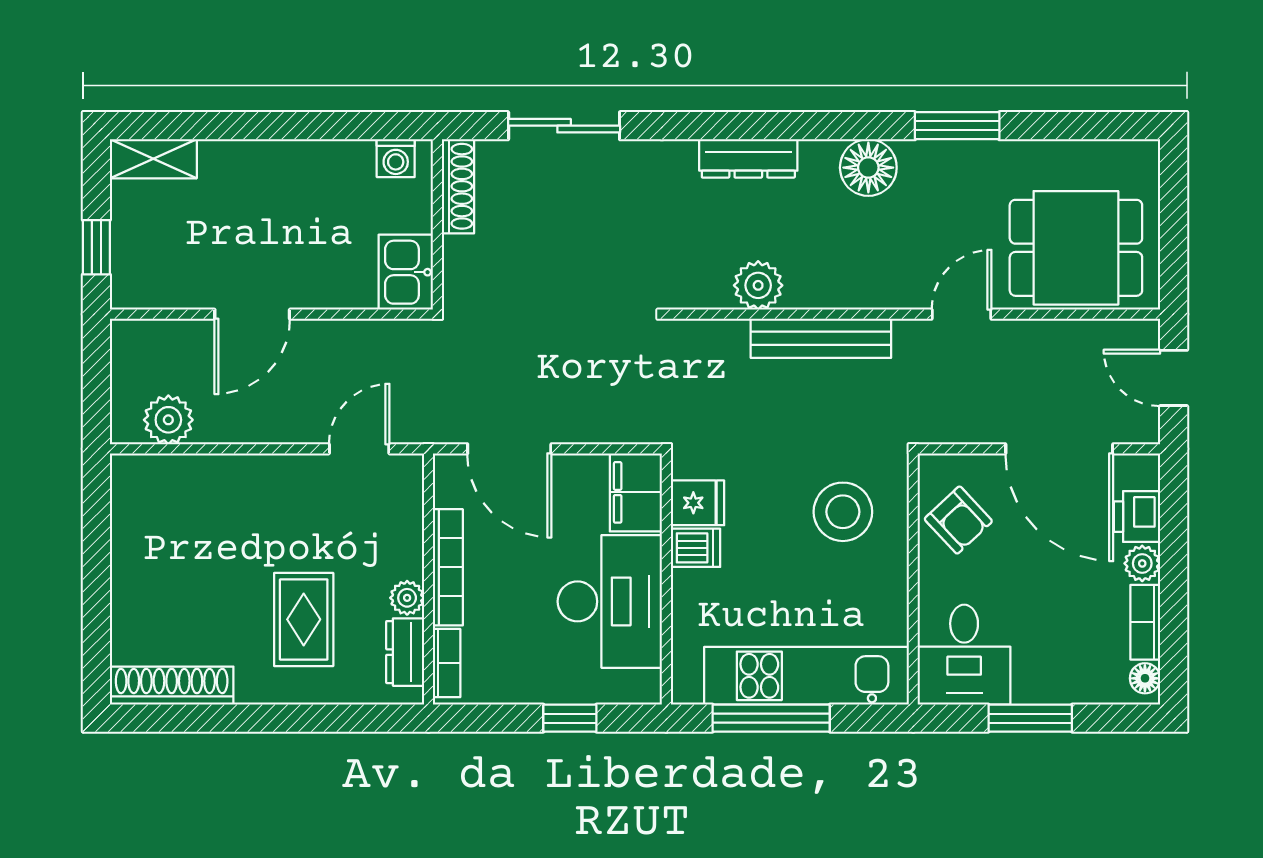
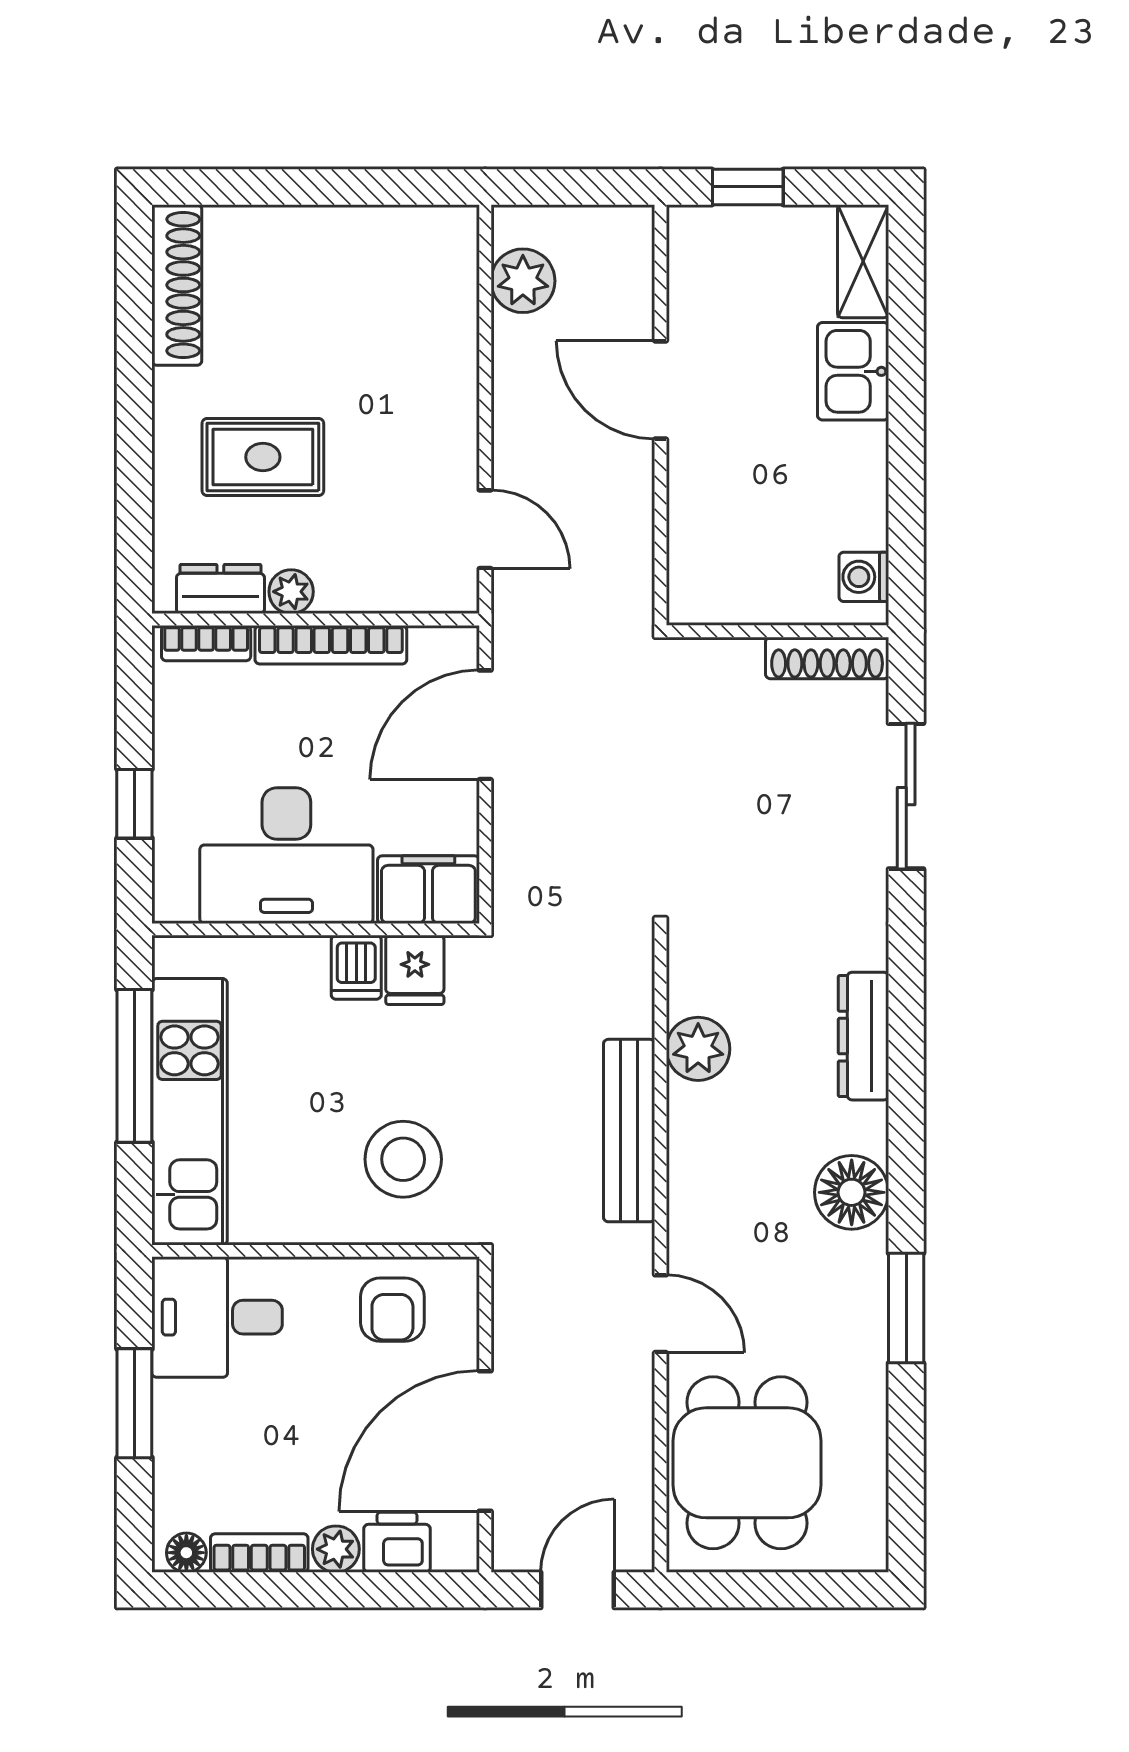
kitchen sink: (406, 272) -> (853, 371), moved, turned -90
armchair: (958, 520) -> (392, 1310), turned -47

